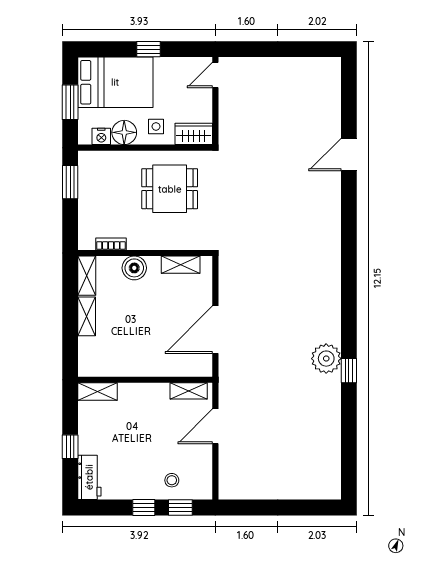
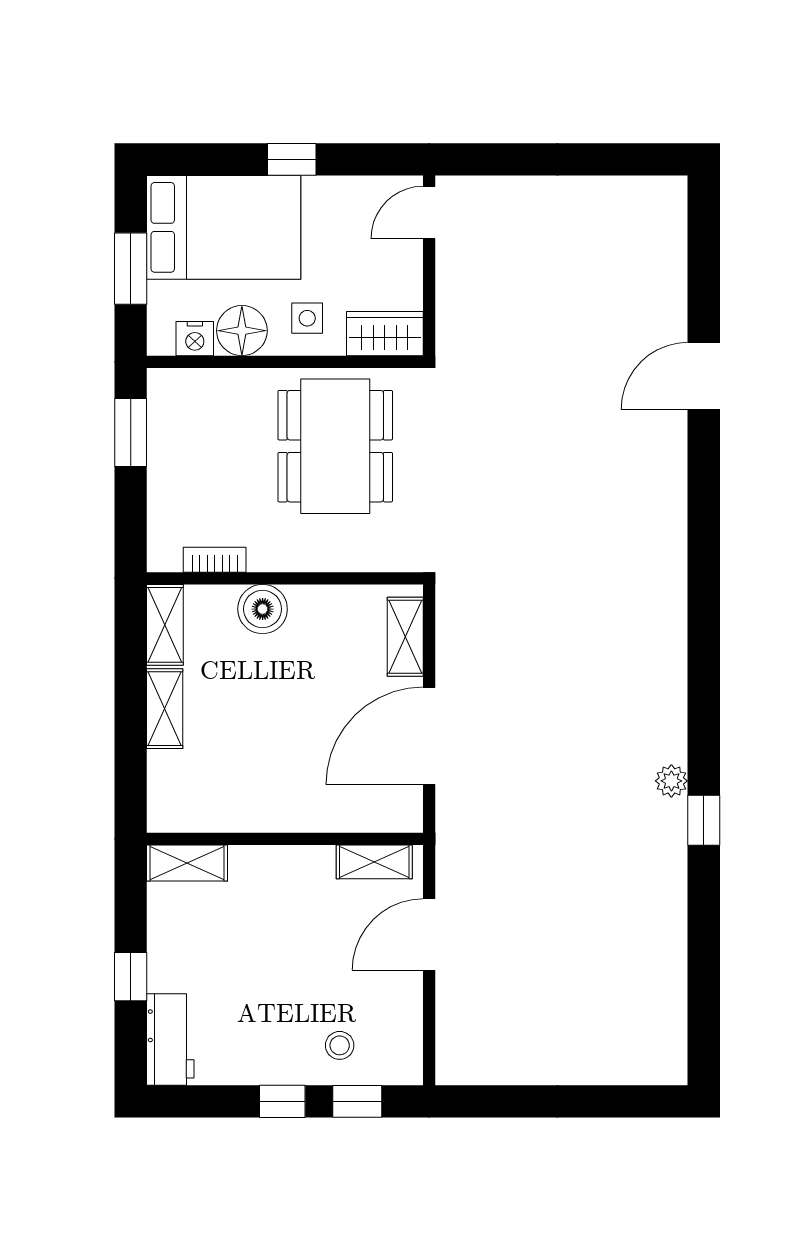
dining table: (170, 189) -> (335, 446), width x1.38
shelving: (181, 265) -> (405, 637), moved, turned 90
plant: (326, 359) -> (671, 781), width x0.53, depth x0.53

